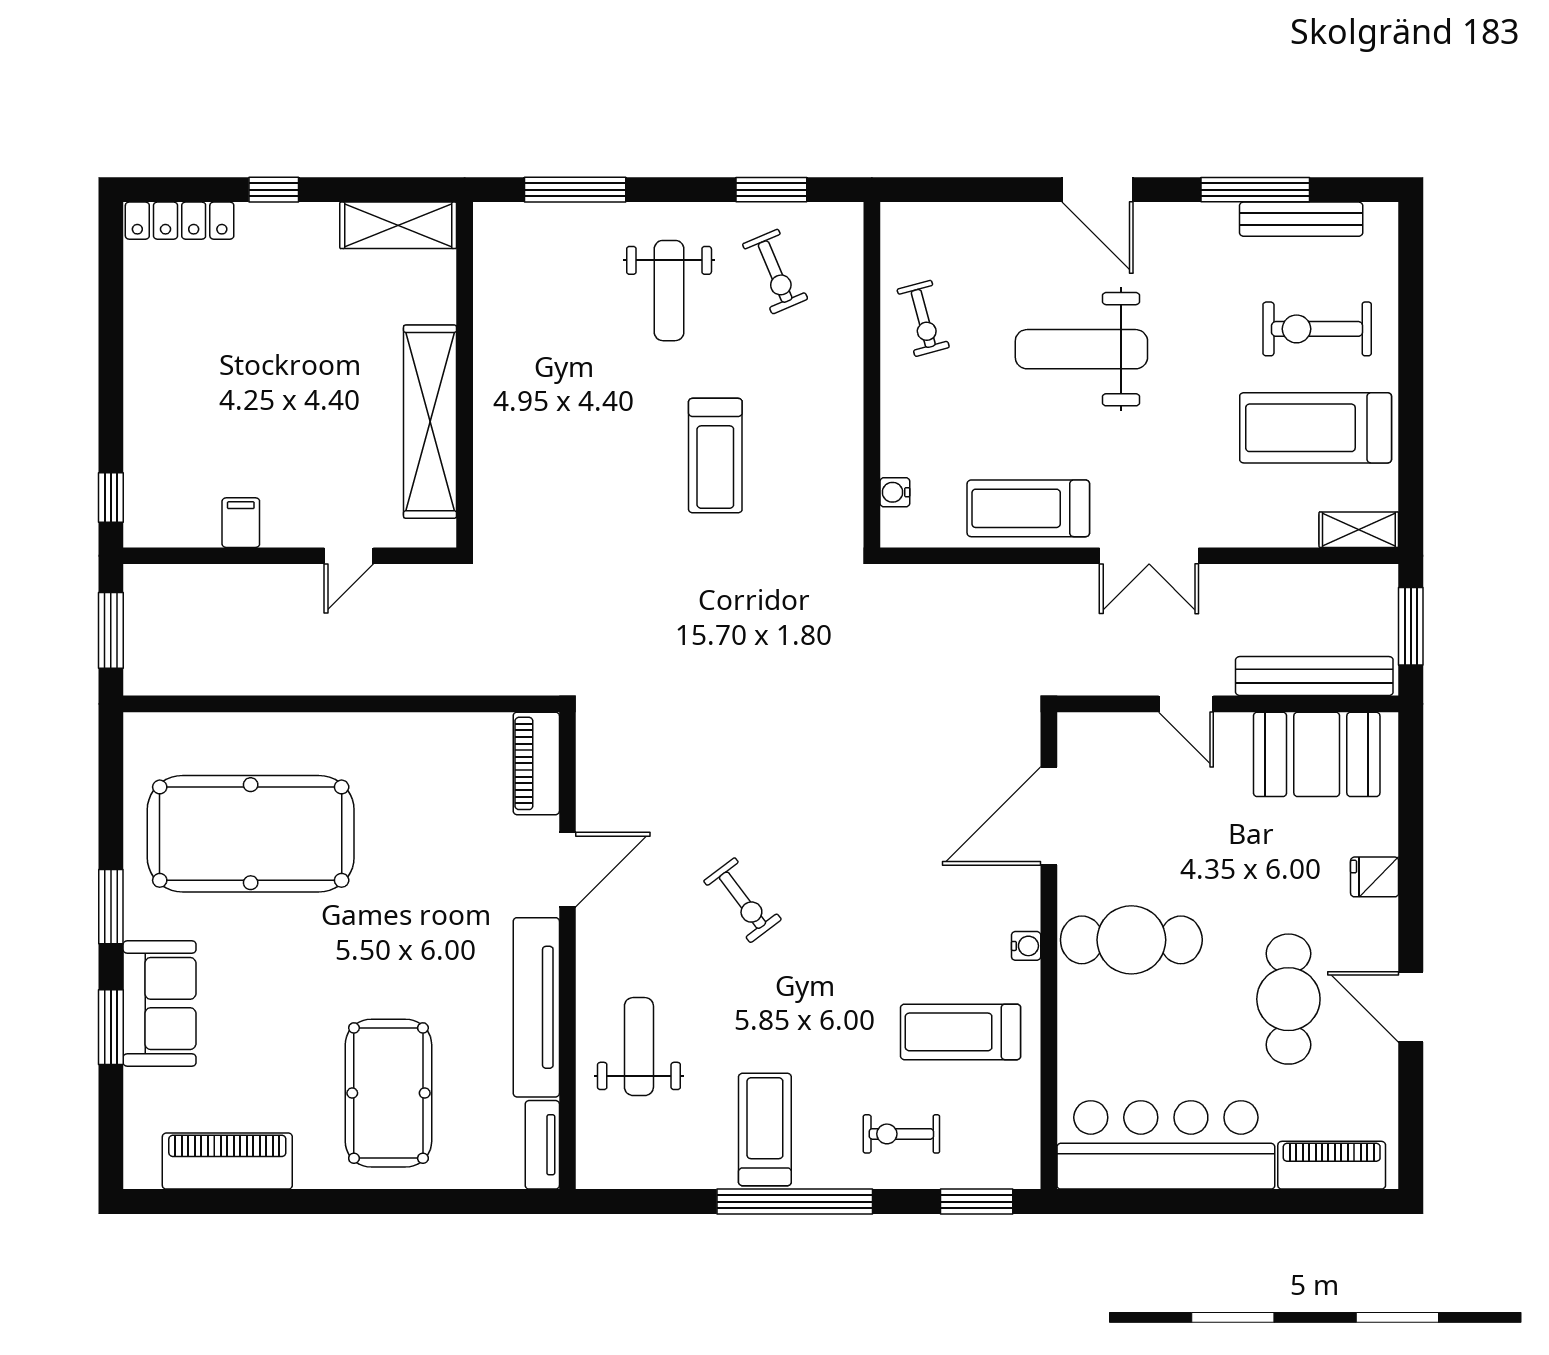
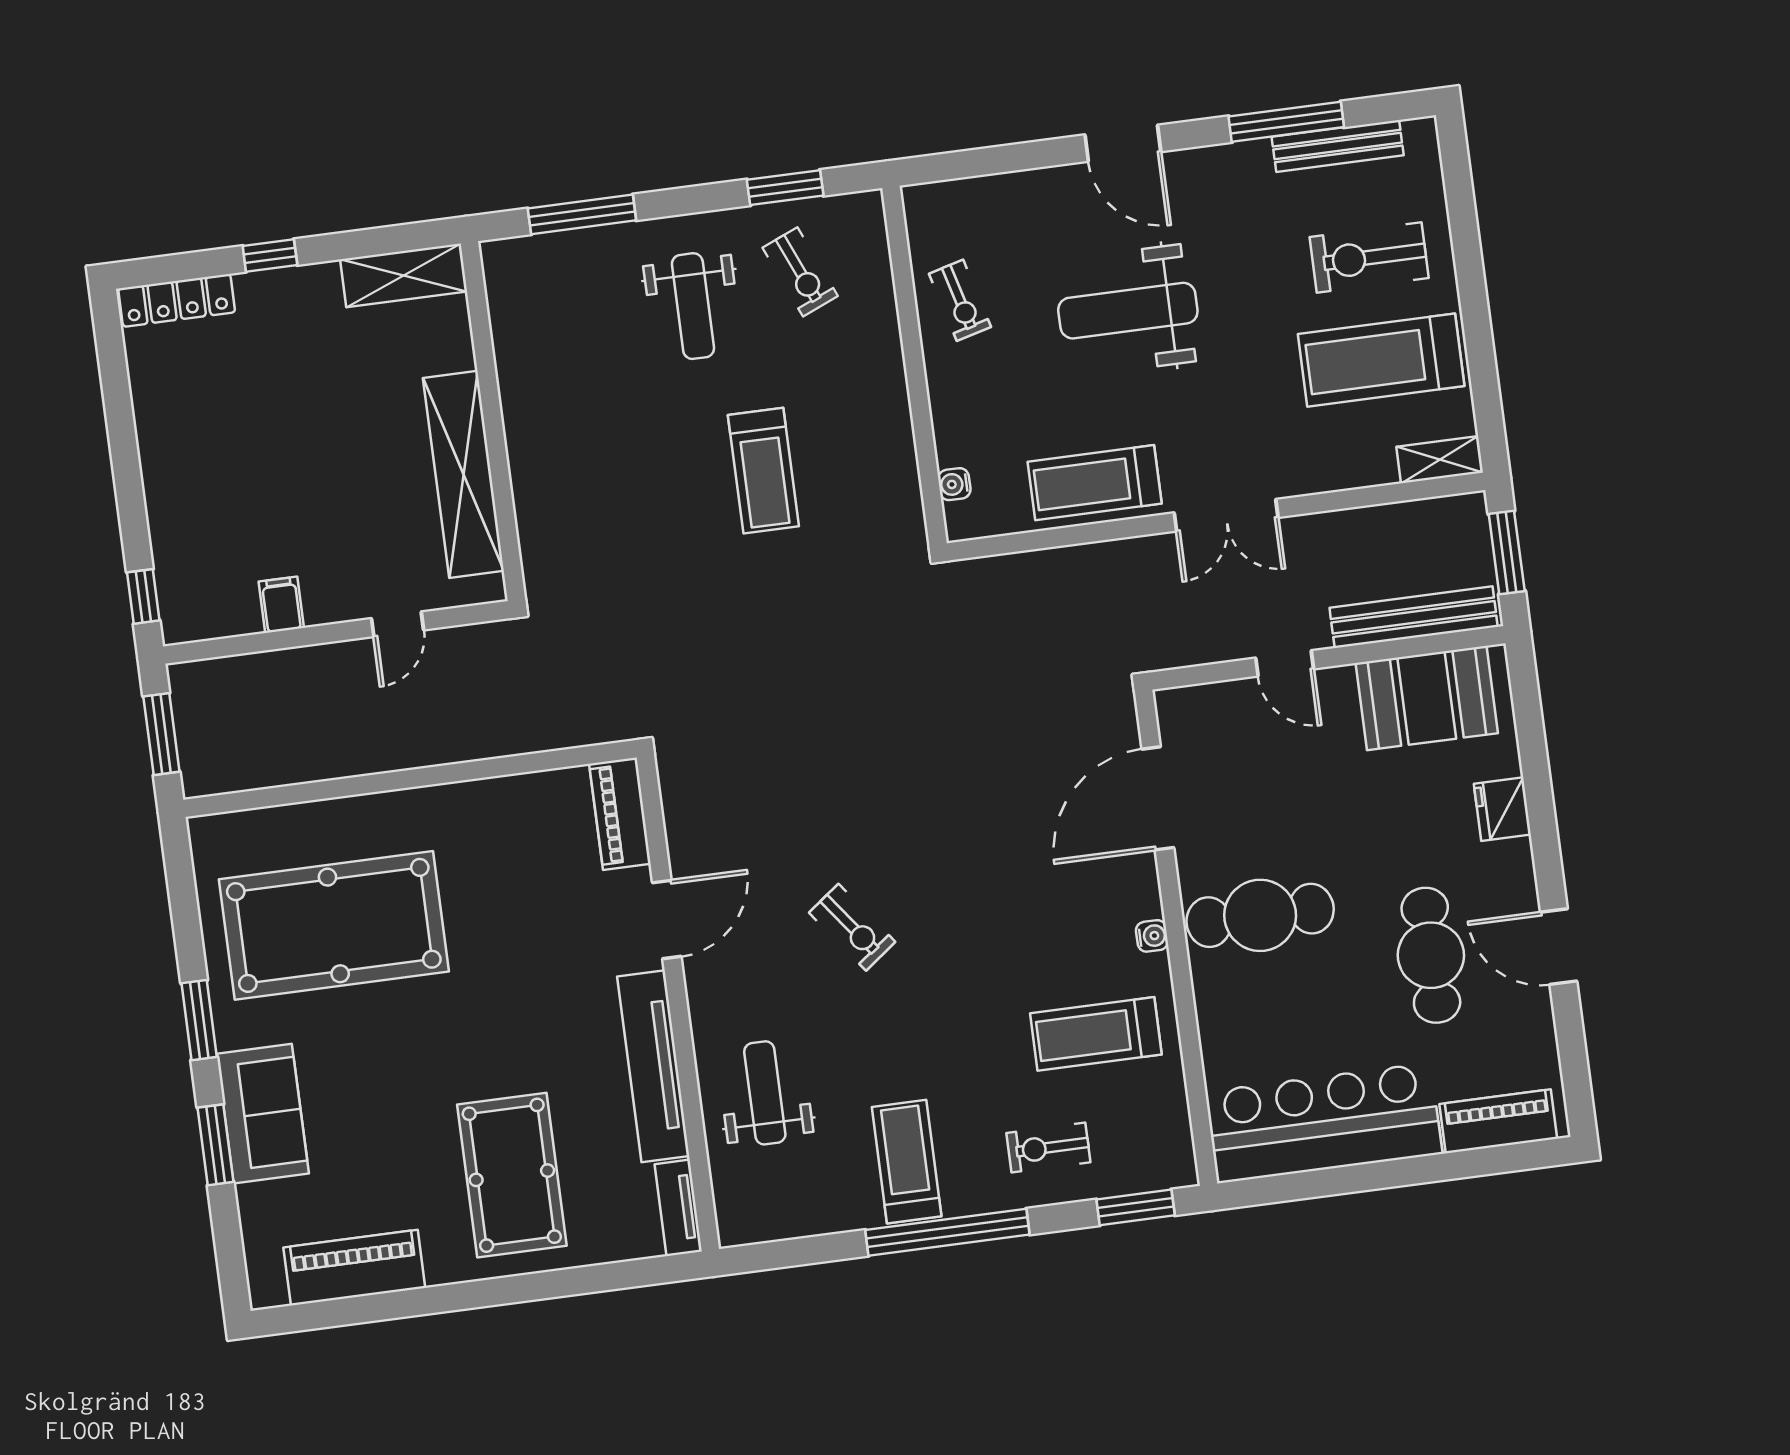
fridge: (1375, 877) -> (1502, 809), width x1.38

